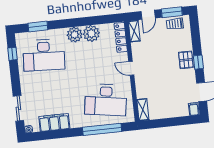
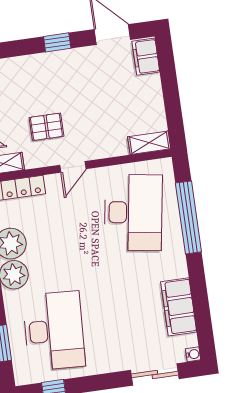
pallet: (186, 60) -> (46, 127), moved
filing cabinet: (194, 109) -> (146, 57), width x2.00

